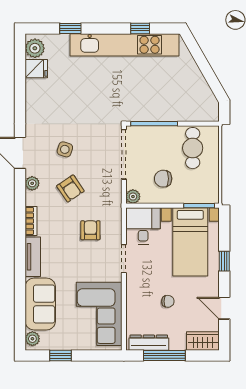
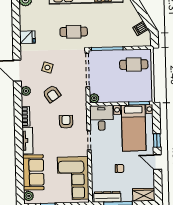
fridge: (36, 69) -> (27, 37), moved
dishwasher: (204, 95) -> (140, 28), added
cafe table: (105, 97) -> (74, 32), added
cafe table: (193, 148) -> (134, 65), turned 90
chair: (163, 179) -> (114, 86), removed
door: (224, 308) -> (157, 162), moved

